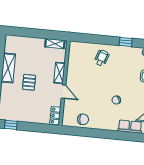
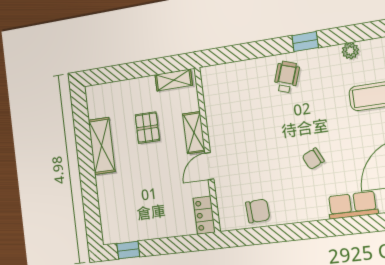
wheelchair: (102, 58) -> (287, 77), moved
pallet: (29, 82) -> (147, 128), moved
door: (64, 92) -> (209, 166), swing flipped

